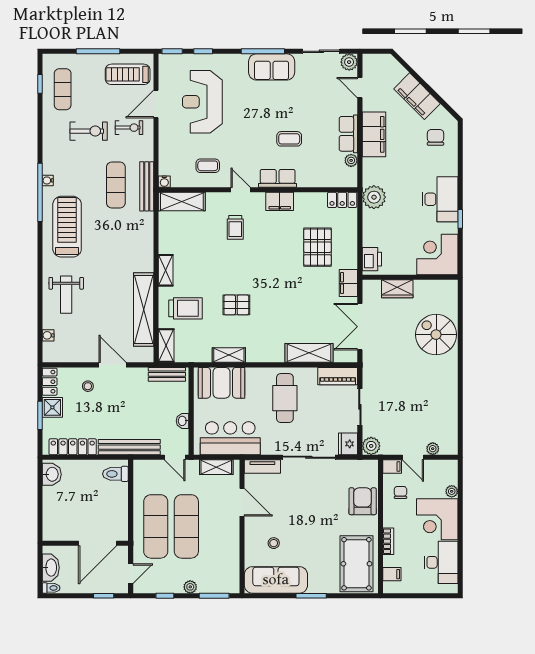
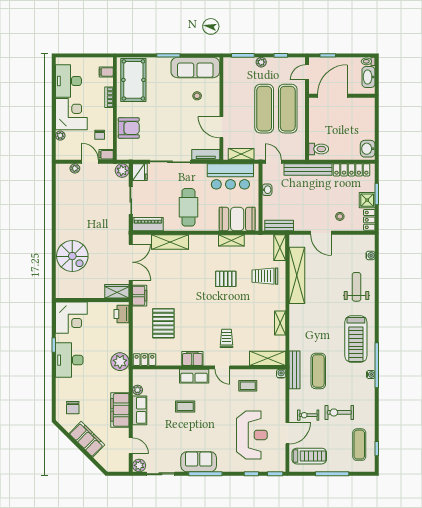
shelving: (166, 270) -> (280, 323), moved
wardrobe: (397, 289) -> (117, 291), moved
armchair: (363, 501) -> (129, 128), turned -90

